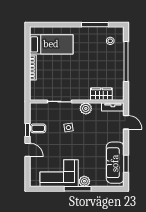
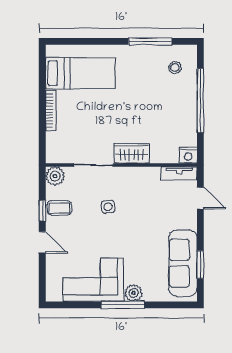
wardrobe: (101, 94) -> (132, 153), moved
nightstand: (119, 95) -> (188, 155), added
plant: (86, 108) -> (55, 176), moved

